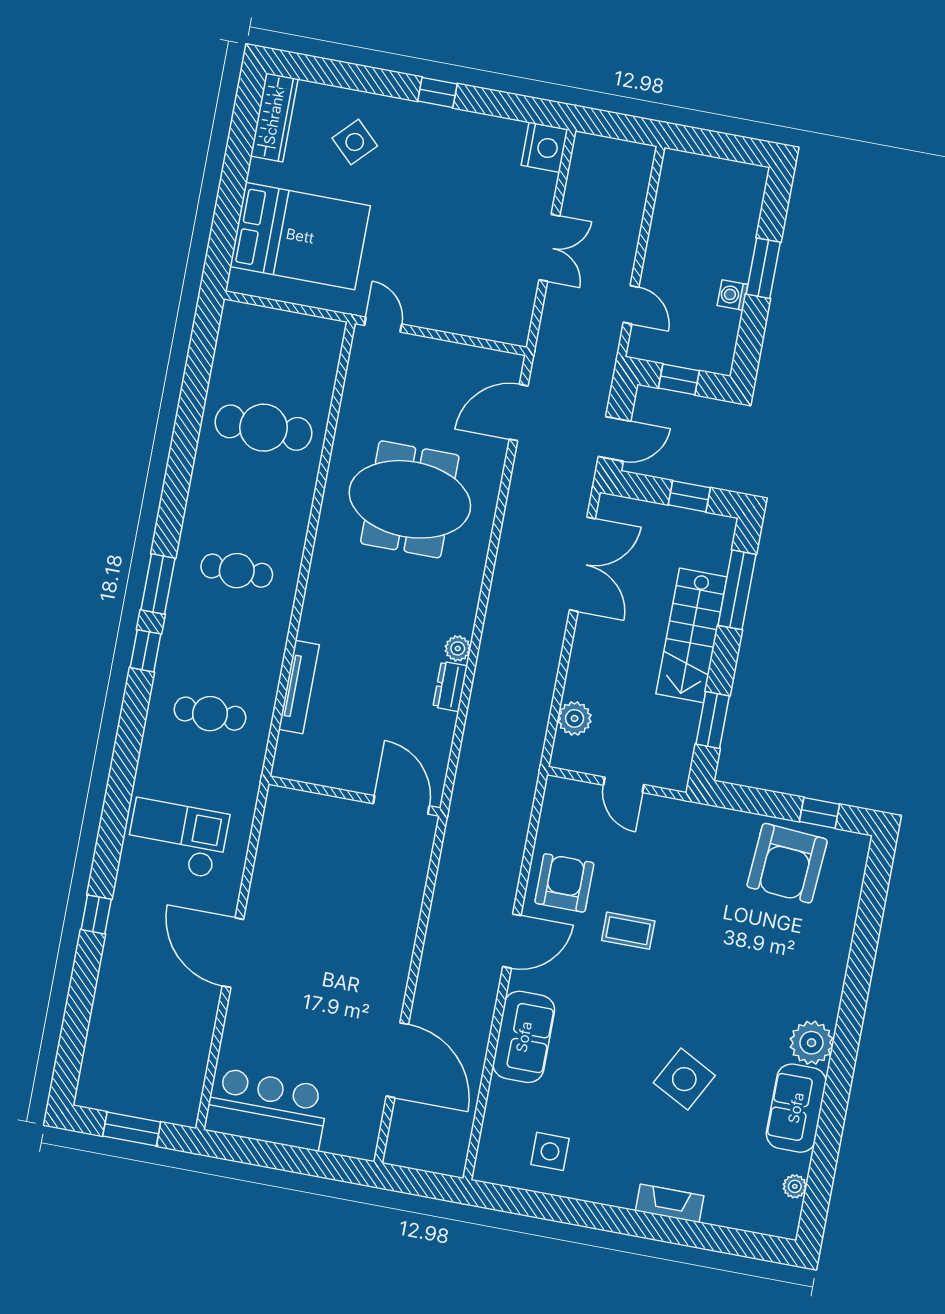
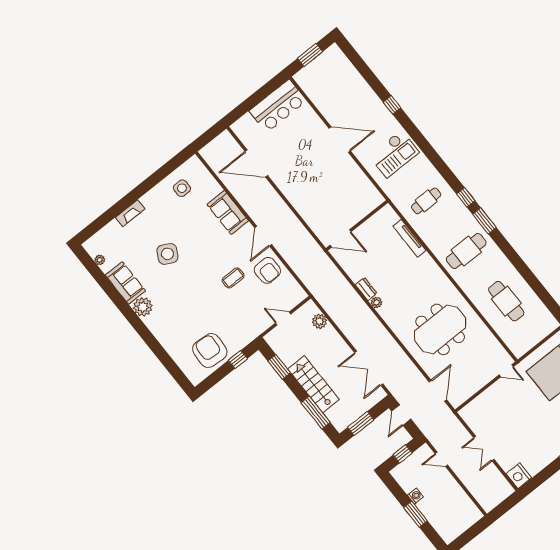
cafe table: (264, 428) -> (506, 301), turned 90
window: (689, 496) -> (361, 424), width x1.50
cafe table: (237, 571) -> (466, 251), width x1.37, depth x1.35
window: (819, 813) -> (238, 359), moved

